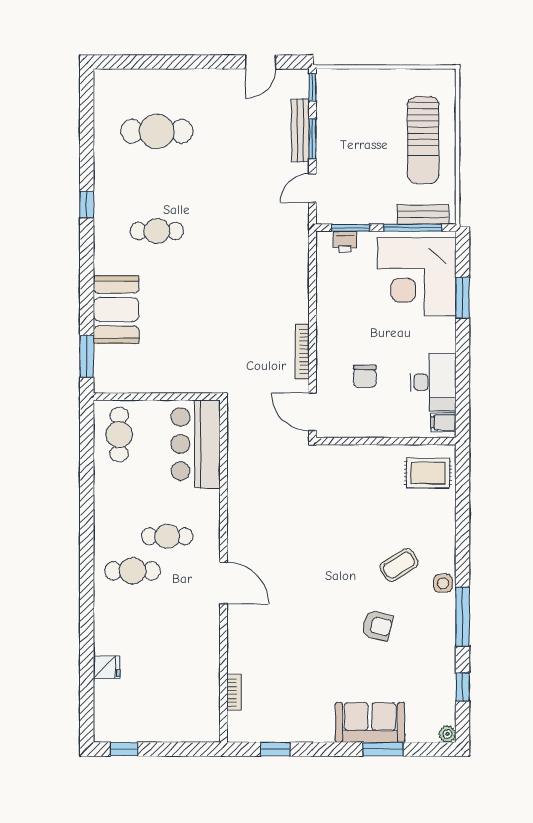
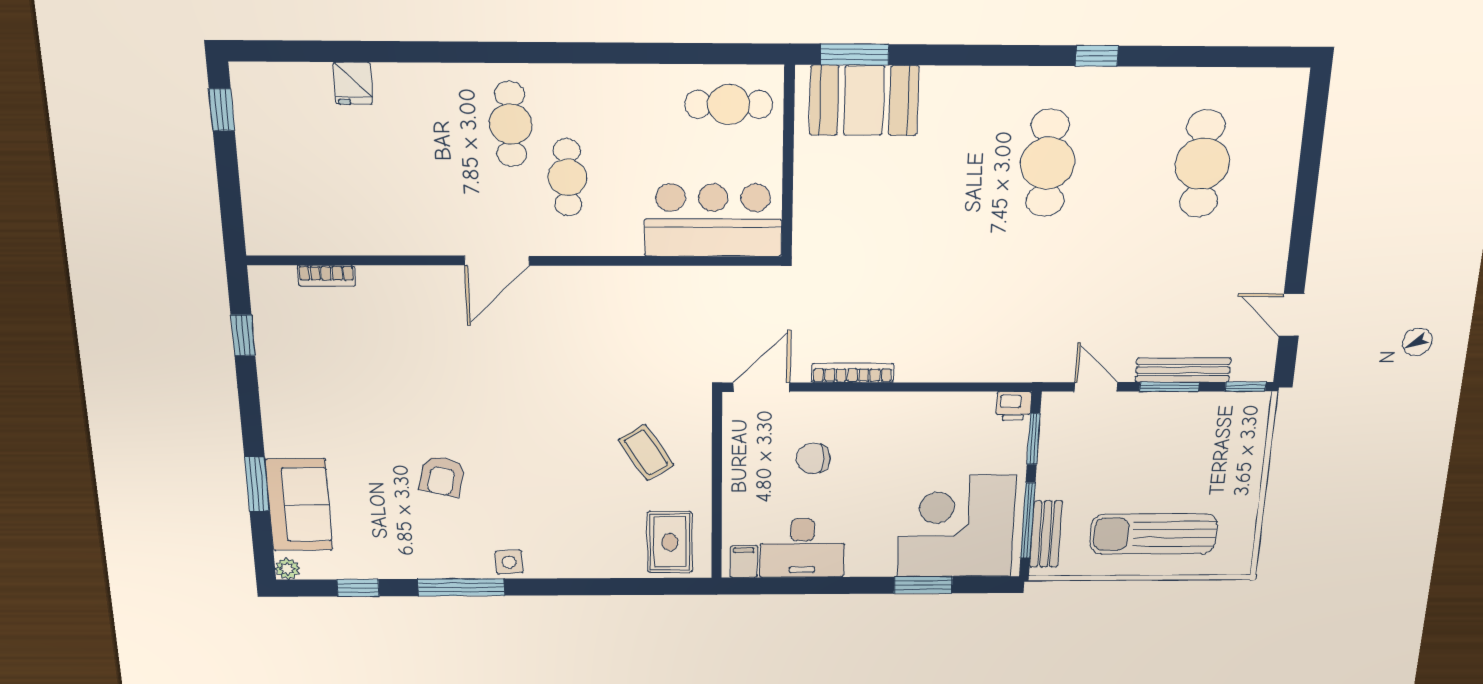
cafe table: (157, 231) -> (1047, 163), width x1.37, depth x1.35
printer: (345, 242) -> (1014, 406), moved, turned -90
booth: (116, 310) -> (864, 100), moved
coffee table: (399, 565) -> (646, 453), moved
sofa: (370, 722) -> (299, 505), moved

